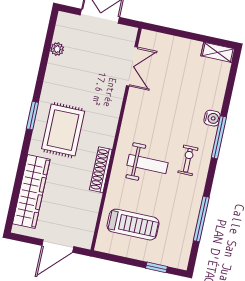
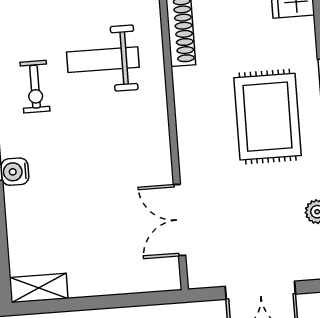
rug: (63, 130) -> (268, 117), moved

